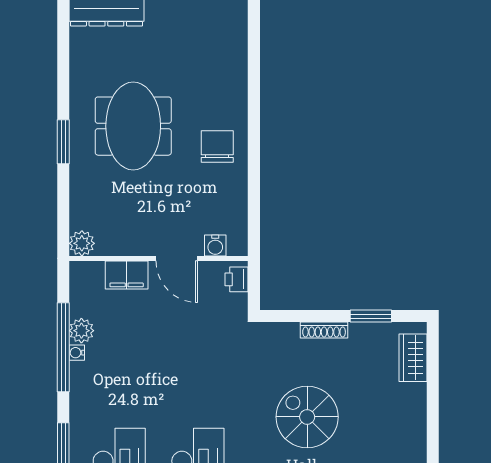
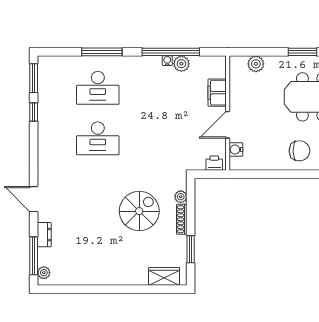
plant: (82, 243) -> (256, 64), moved
plant: (289, 332) -> (181, 197), added
spiral stairs: (307, 417) -> (139, 211), moved

